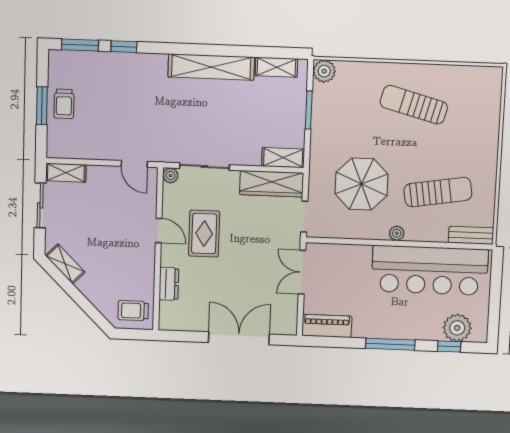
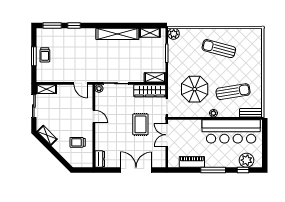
rug: (204, 234) -> (140, 124), moved
dresser: (169, 284) -> (100, 159), moved
trolley: (133, 311) -> (78, 142), moved
piano: (327, 326) -> (192, 162), moved

